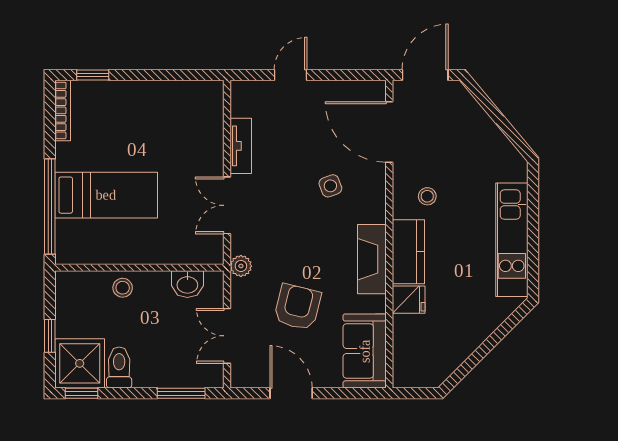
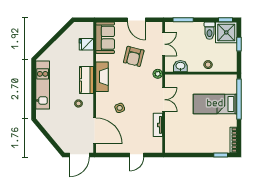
fridge: (409, 300) -> (86, 44), moved

